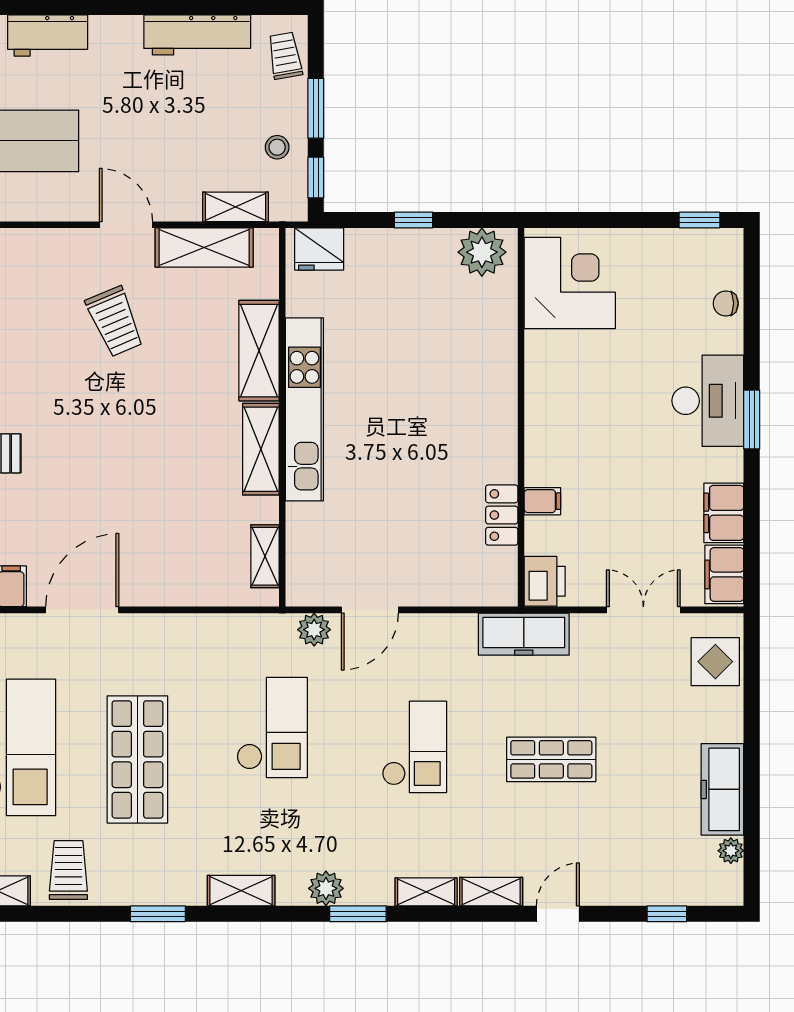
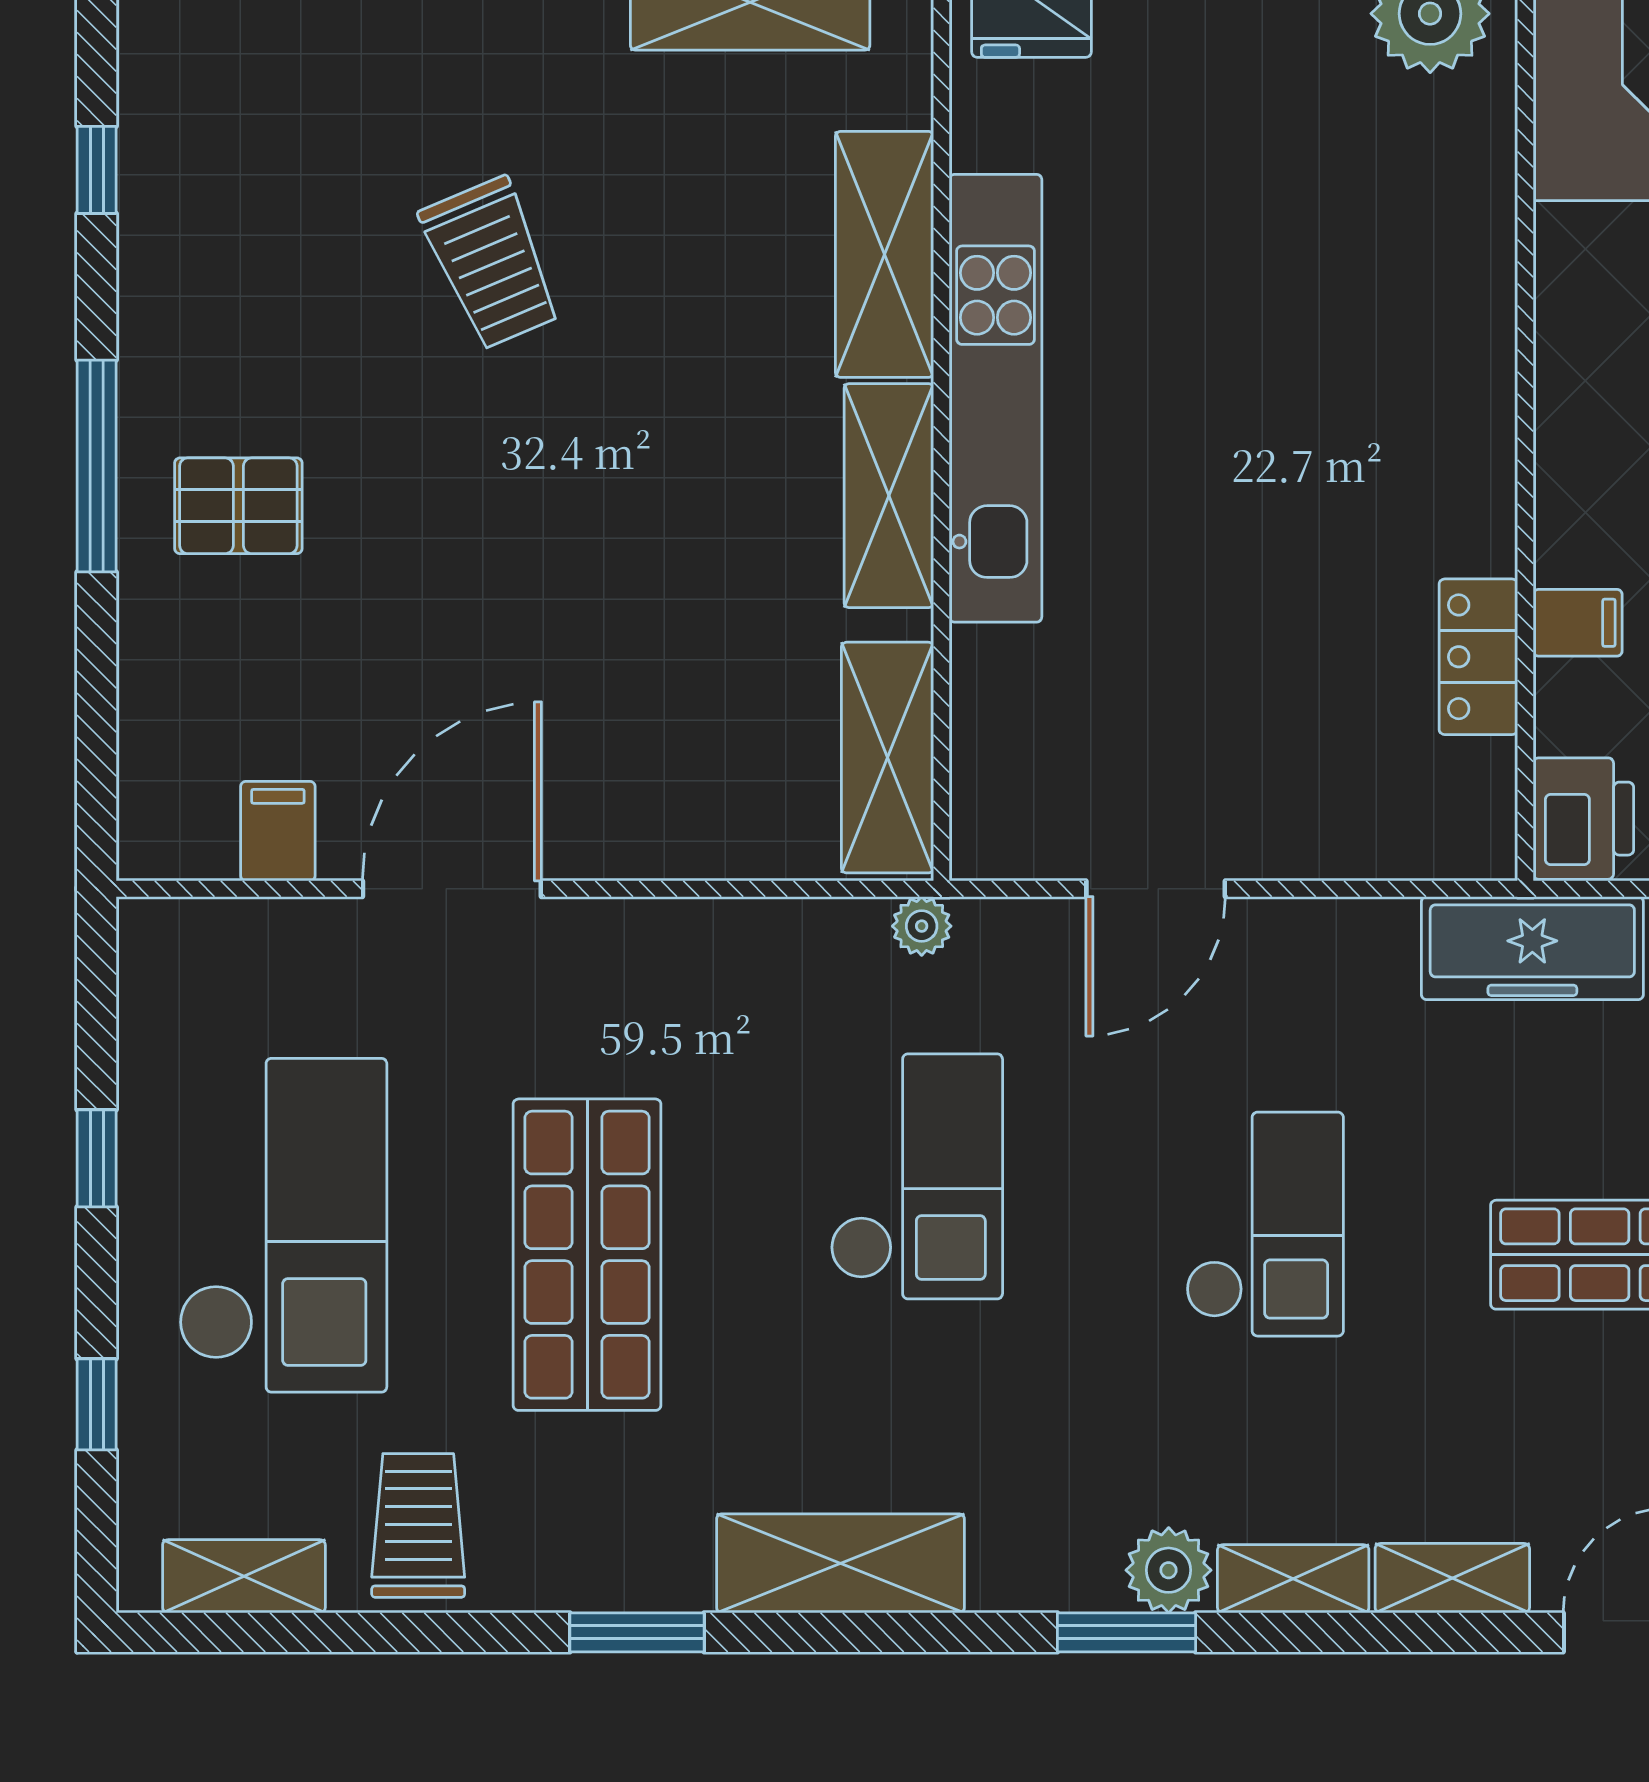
trolley: (115, 322) -> (491, 263), moved
shelving: (265, 556) -> (888, 758), width x1.50, depth x1.33
plant: (314, 630) -> (922, 926), moved, width x0.73, depth x0.73
plant: (326, 888) -> (1169, 1570), moved
shelving: (241, 891) -> (840, 1563), width x1.50, depth x1.33

